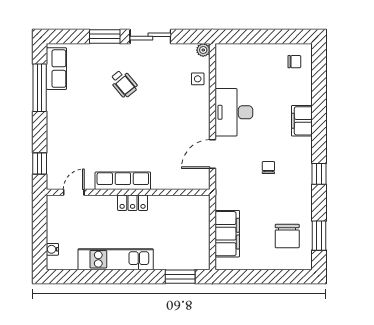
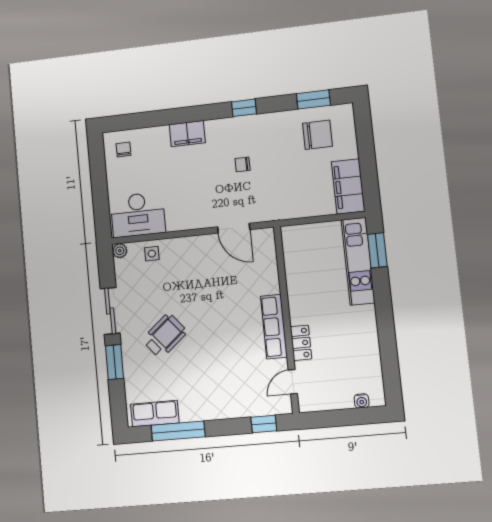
wheelchair: (124, 84) -> (165, 336), width x1.36, depth x1.37
desk: (234, 112) -> (138, 215), moved
door: (74, 192) -> (293, 382), hinge flipped
locker: (133, 203) -> (301, 343), moved
filing cabinet: (227, 234) -> (348, 186), moved, turned -90
kitchen unit: (116, 259) -> (358, 261), moved

